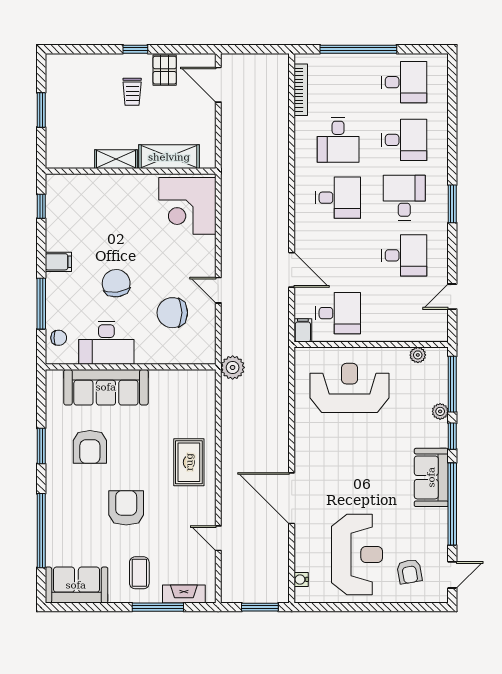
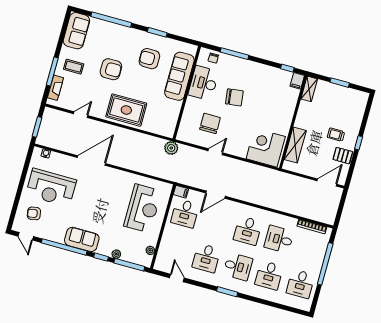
shelving: (116, 159) -> (309, 89), moved
filing cabinet: (58, 262) -> (297, 81), moved
rug: (189, 462) -> (126, 110), width x1.36, depth x1.43

